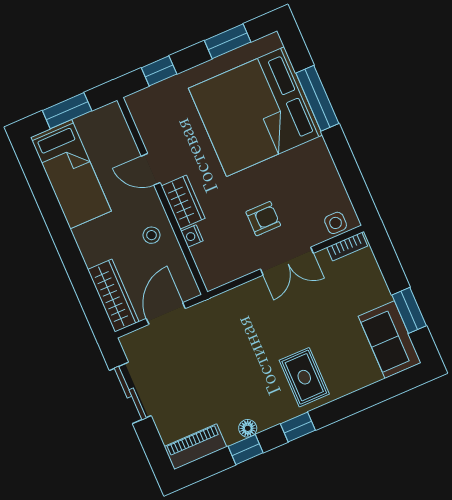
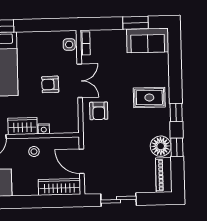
armchair: (263, 219) -> (50, 84), turned -91
armchair: (253, 308) -> (99, 111), added
floor lamp: (248, 428) -> (161, 146), width x1.89, depth x1.89

